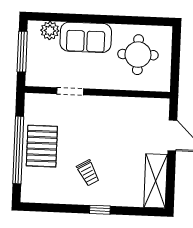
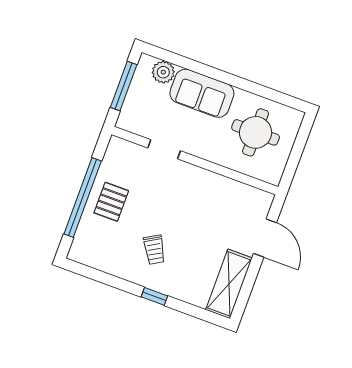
pallet: (42, 146) -> (111, 202), width x0.67, depth x0.71

